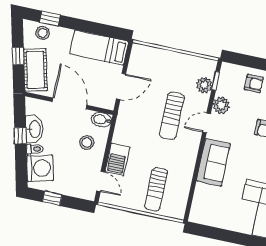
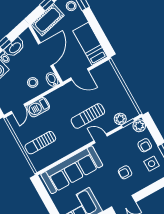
plant: (221, 105) -> (139, 126), moved
sofa: (213, 162) -> (72, 170), width x1.85, depth x1.27

